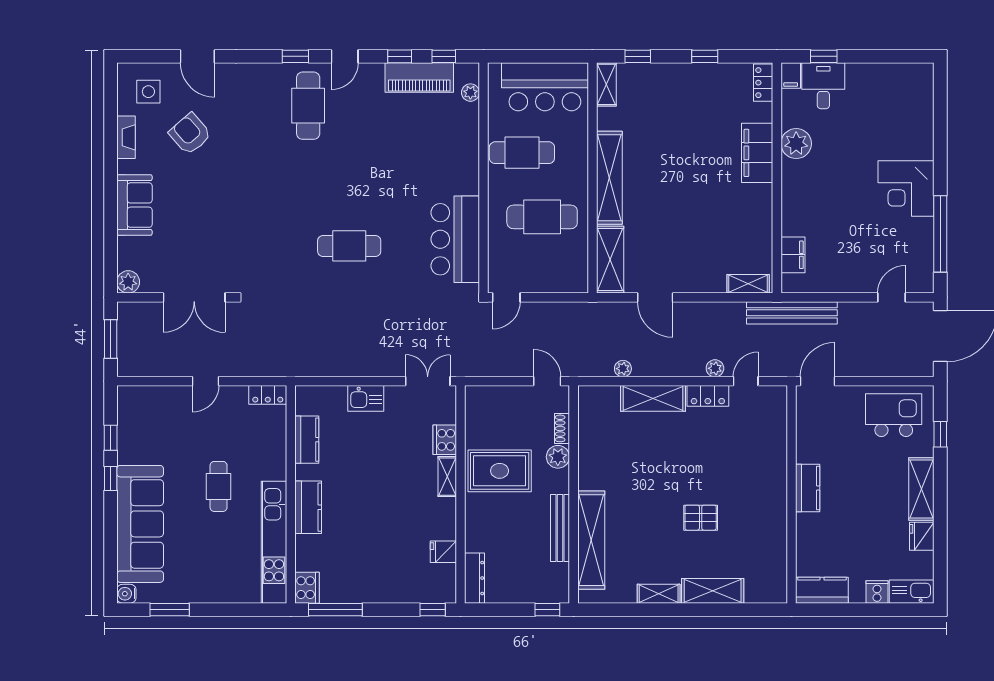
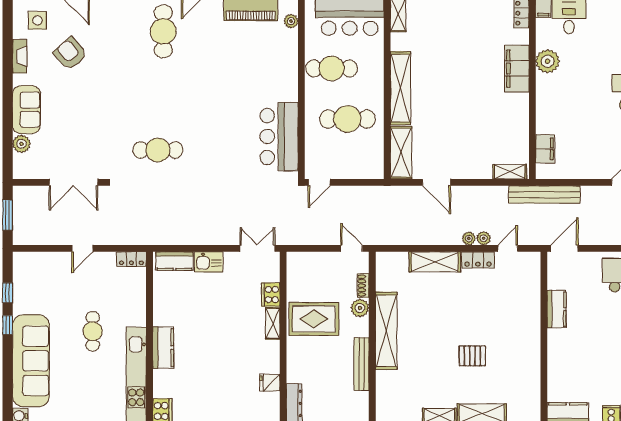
cafe table: (349, 246) -> (158, 150), moved
plant: (128, 282) -> (21, 144), moved
plant: (623, 369) -> (469, 238), moved
kitchen counter: (307, 440) -> (174, 261), moved, turned 90
kitchen counter: (808, 488) -> (557, 309), moved
shelving: (591, 540) -> (386, 331), moved

